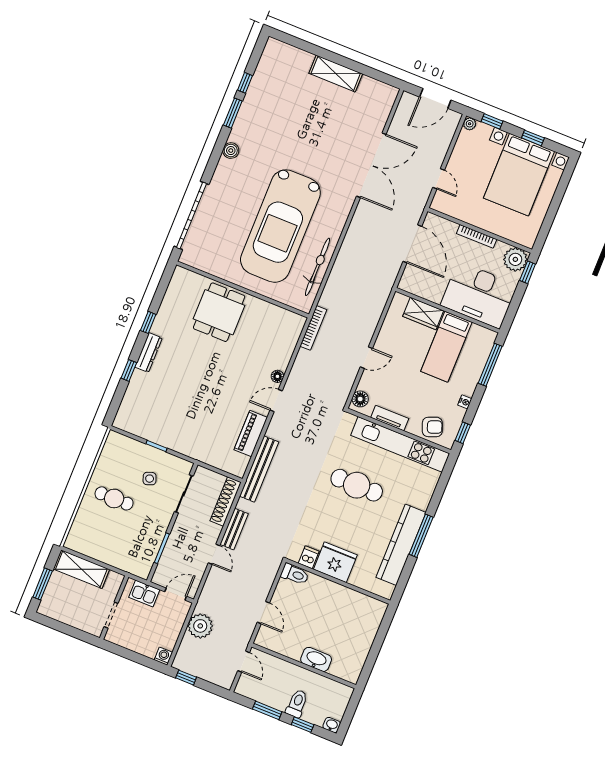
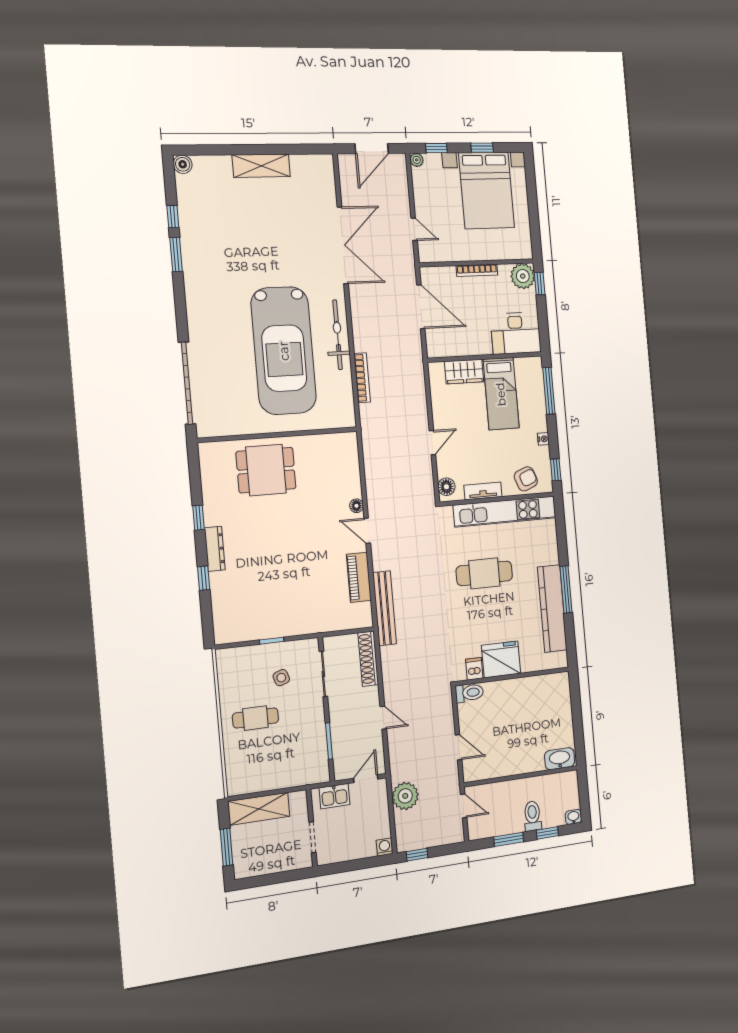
boiler: (231, 151) -> (183, 164), moved
bicycle: (317, 267) -> (338, 335), moved
desk: (479, 295) -> (516, 333), width x0.73, depth x0.77
dining table: (219, 312) -> (266, 470), turned 90
bookcase: (313, 328) -> (362, 378), moved
door: (276, 400) -> (367, 531), hinge flipped
bench: (234, 529) -> (390, 681), removed
washbasin: (316, 659) -> (560, 759), moved

